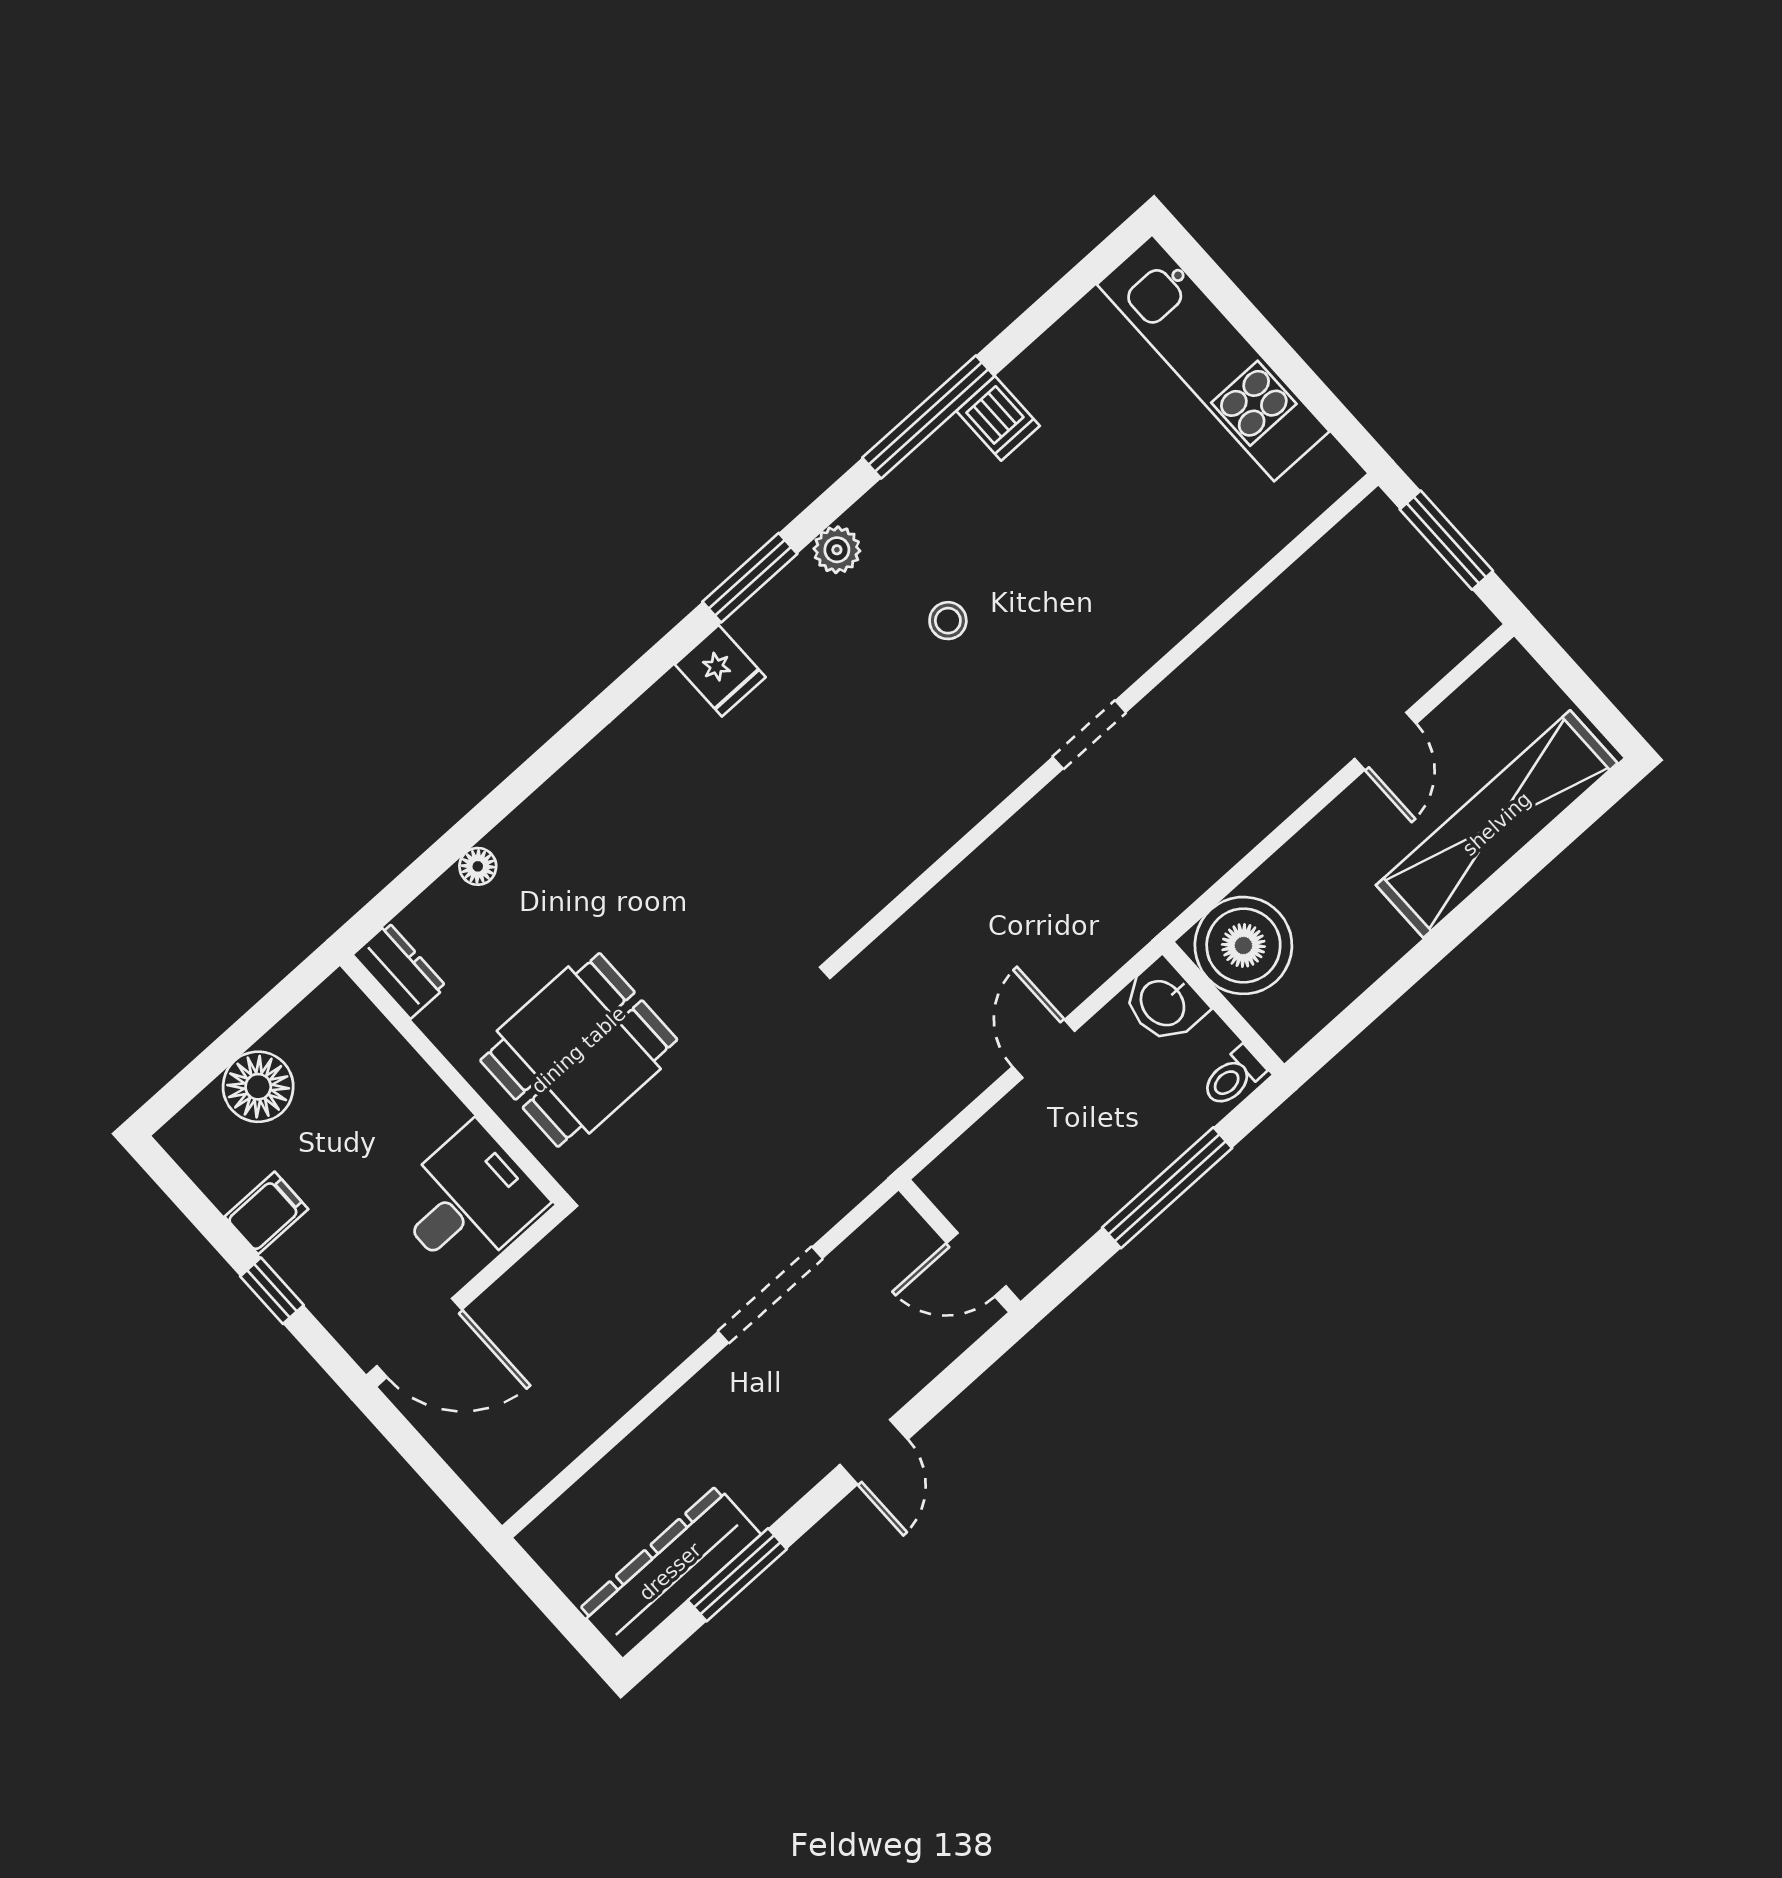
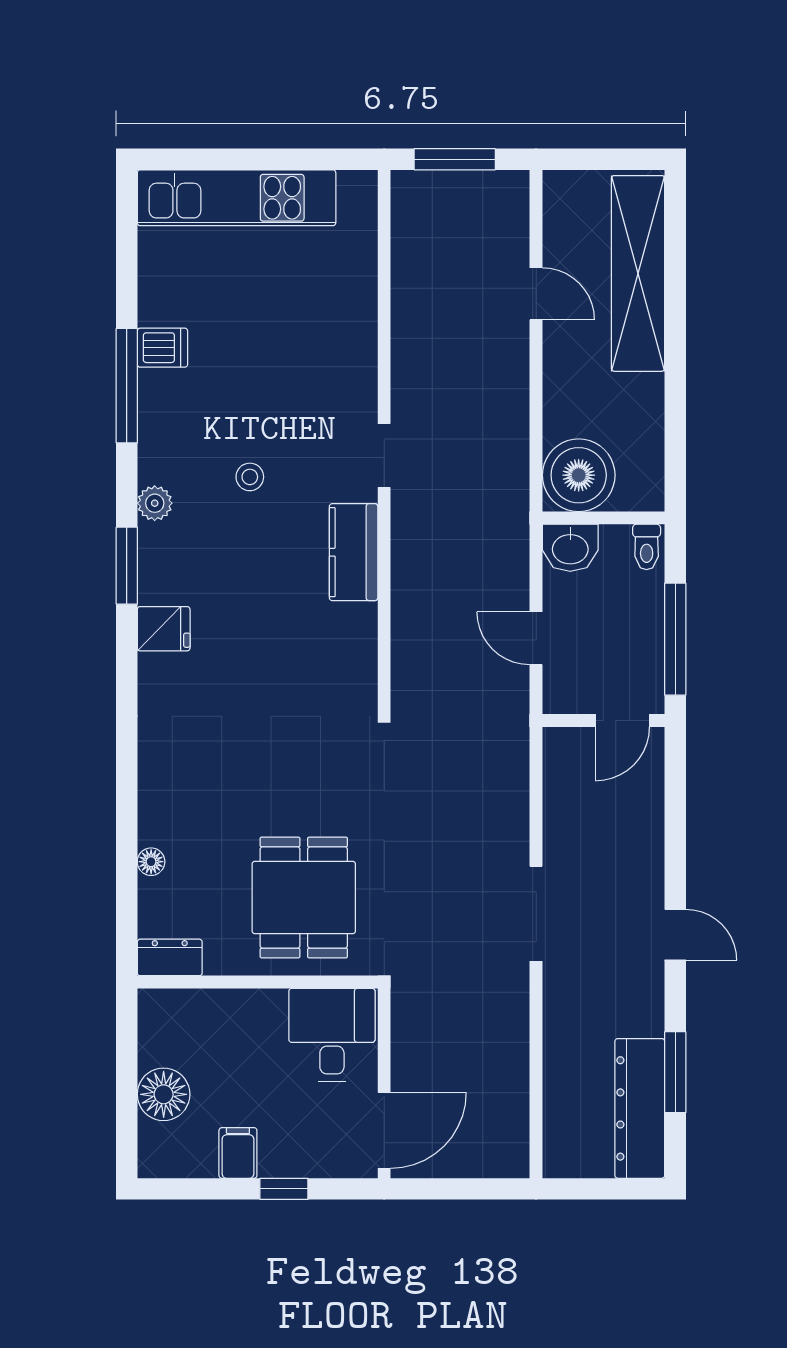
kitchen counter: (966, 791) -> (354, 552), added
wall: (959, 1246) -> (604, 720), moved
door: (976, 1265) -> (622, 720), moved

